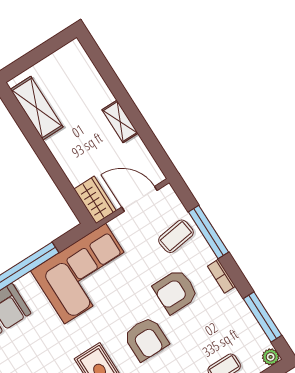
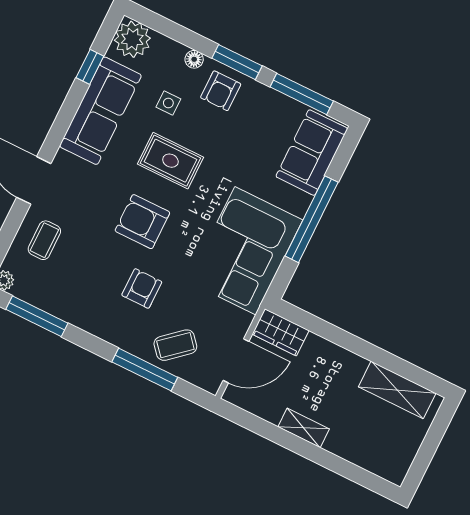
coffee table: (176, 236) -> (175, 345), turned 57
bookcase: (221, 276) -> (104, 332), removed
armchair: (175, 291) -> (142, 288), width x0.72, depth x0.72

